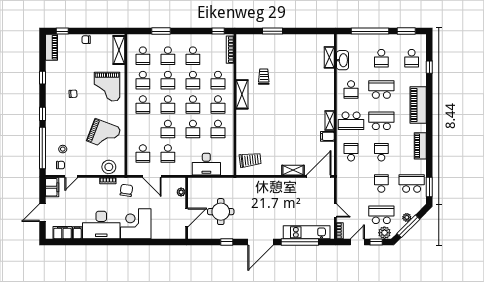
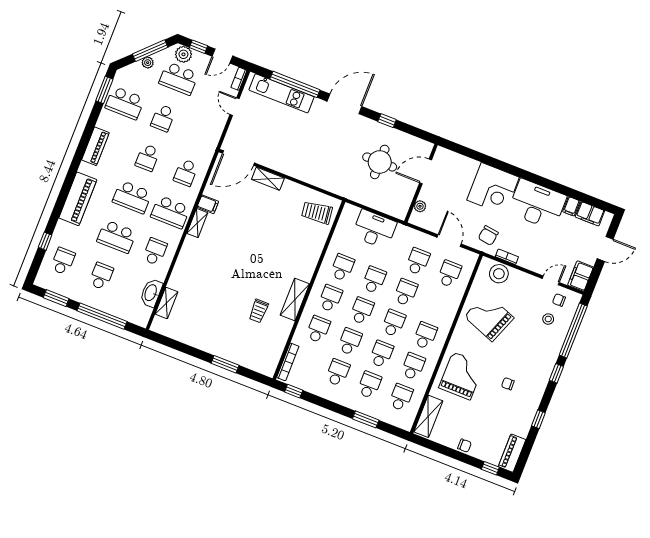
school desk: (351, 121) -> (170, 212), turned 180

